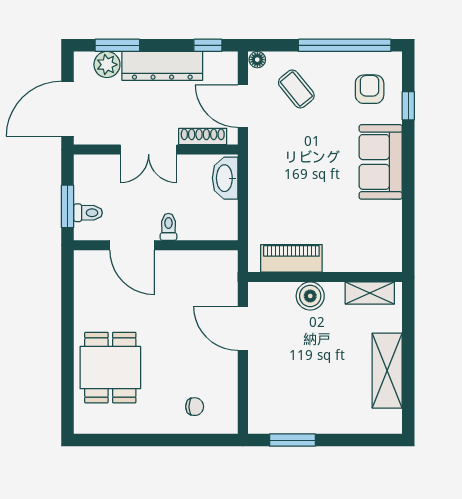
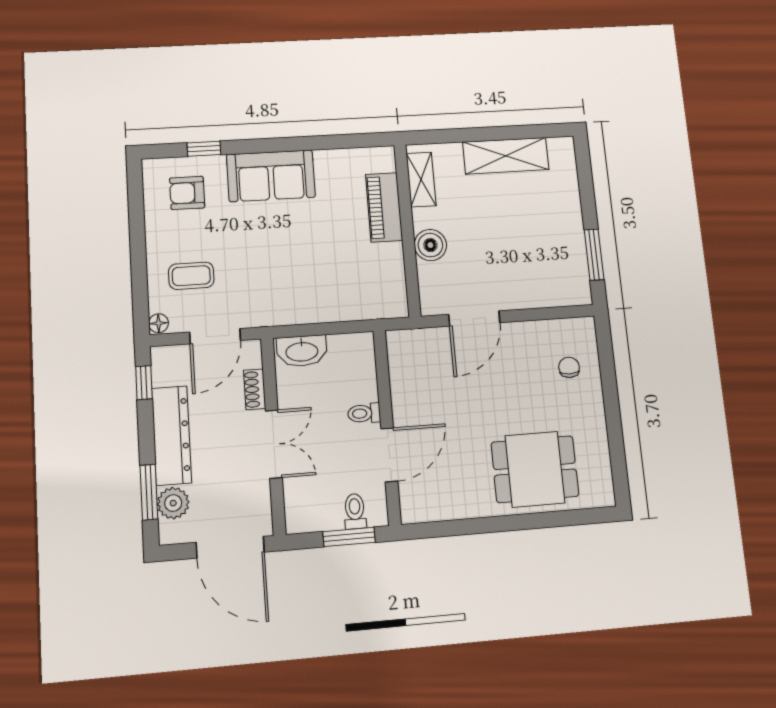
window: (345, 45) -> (137, 224), removed
coffee table: (296, 89) -> (191, 276), turned 39
shoe rack: (203, 136) -> (255, 389), width x0.70
piano: (291, 258) -> (384, 207), moved

